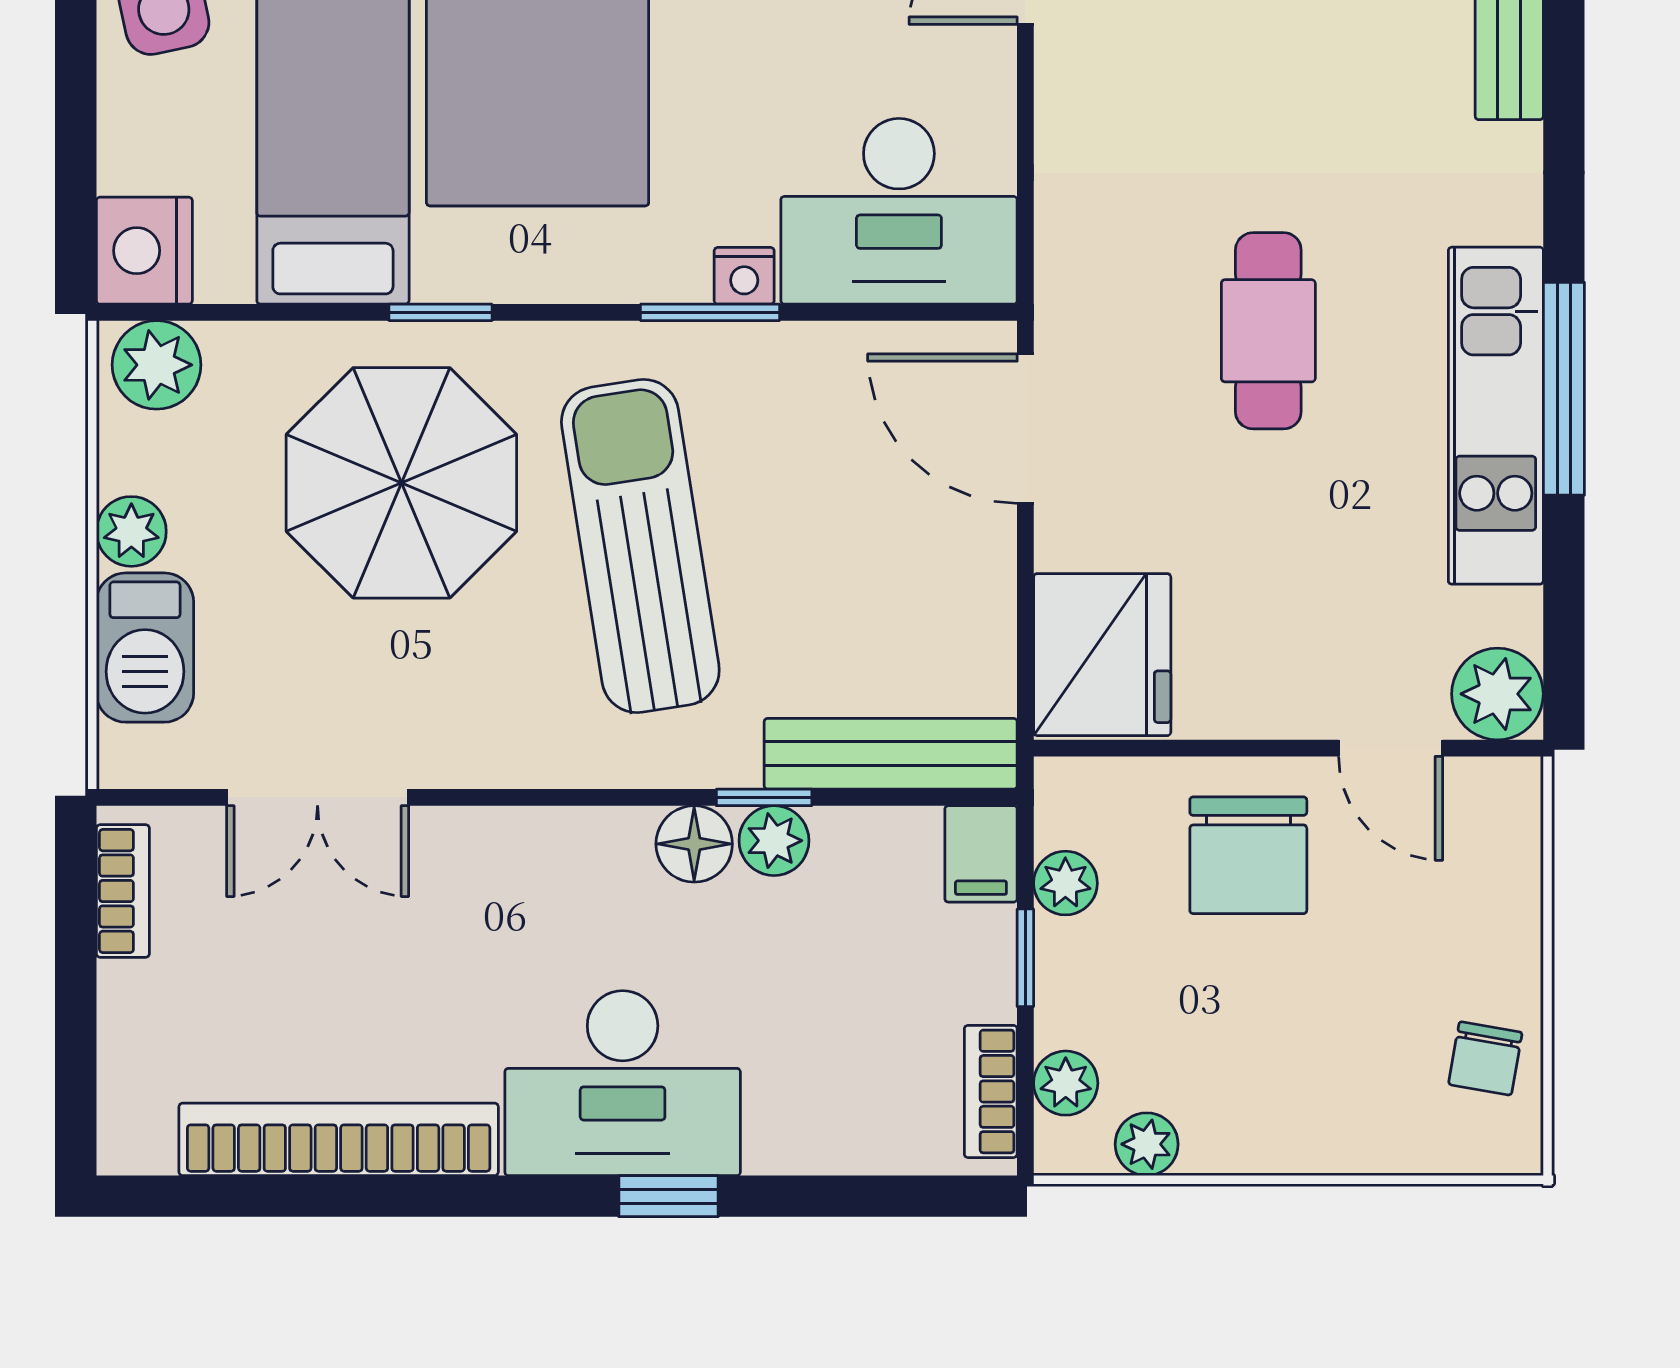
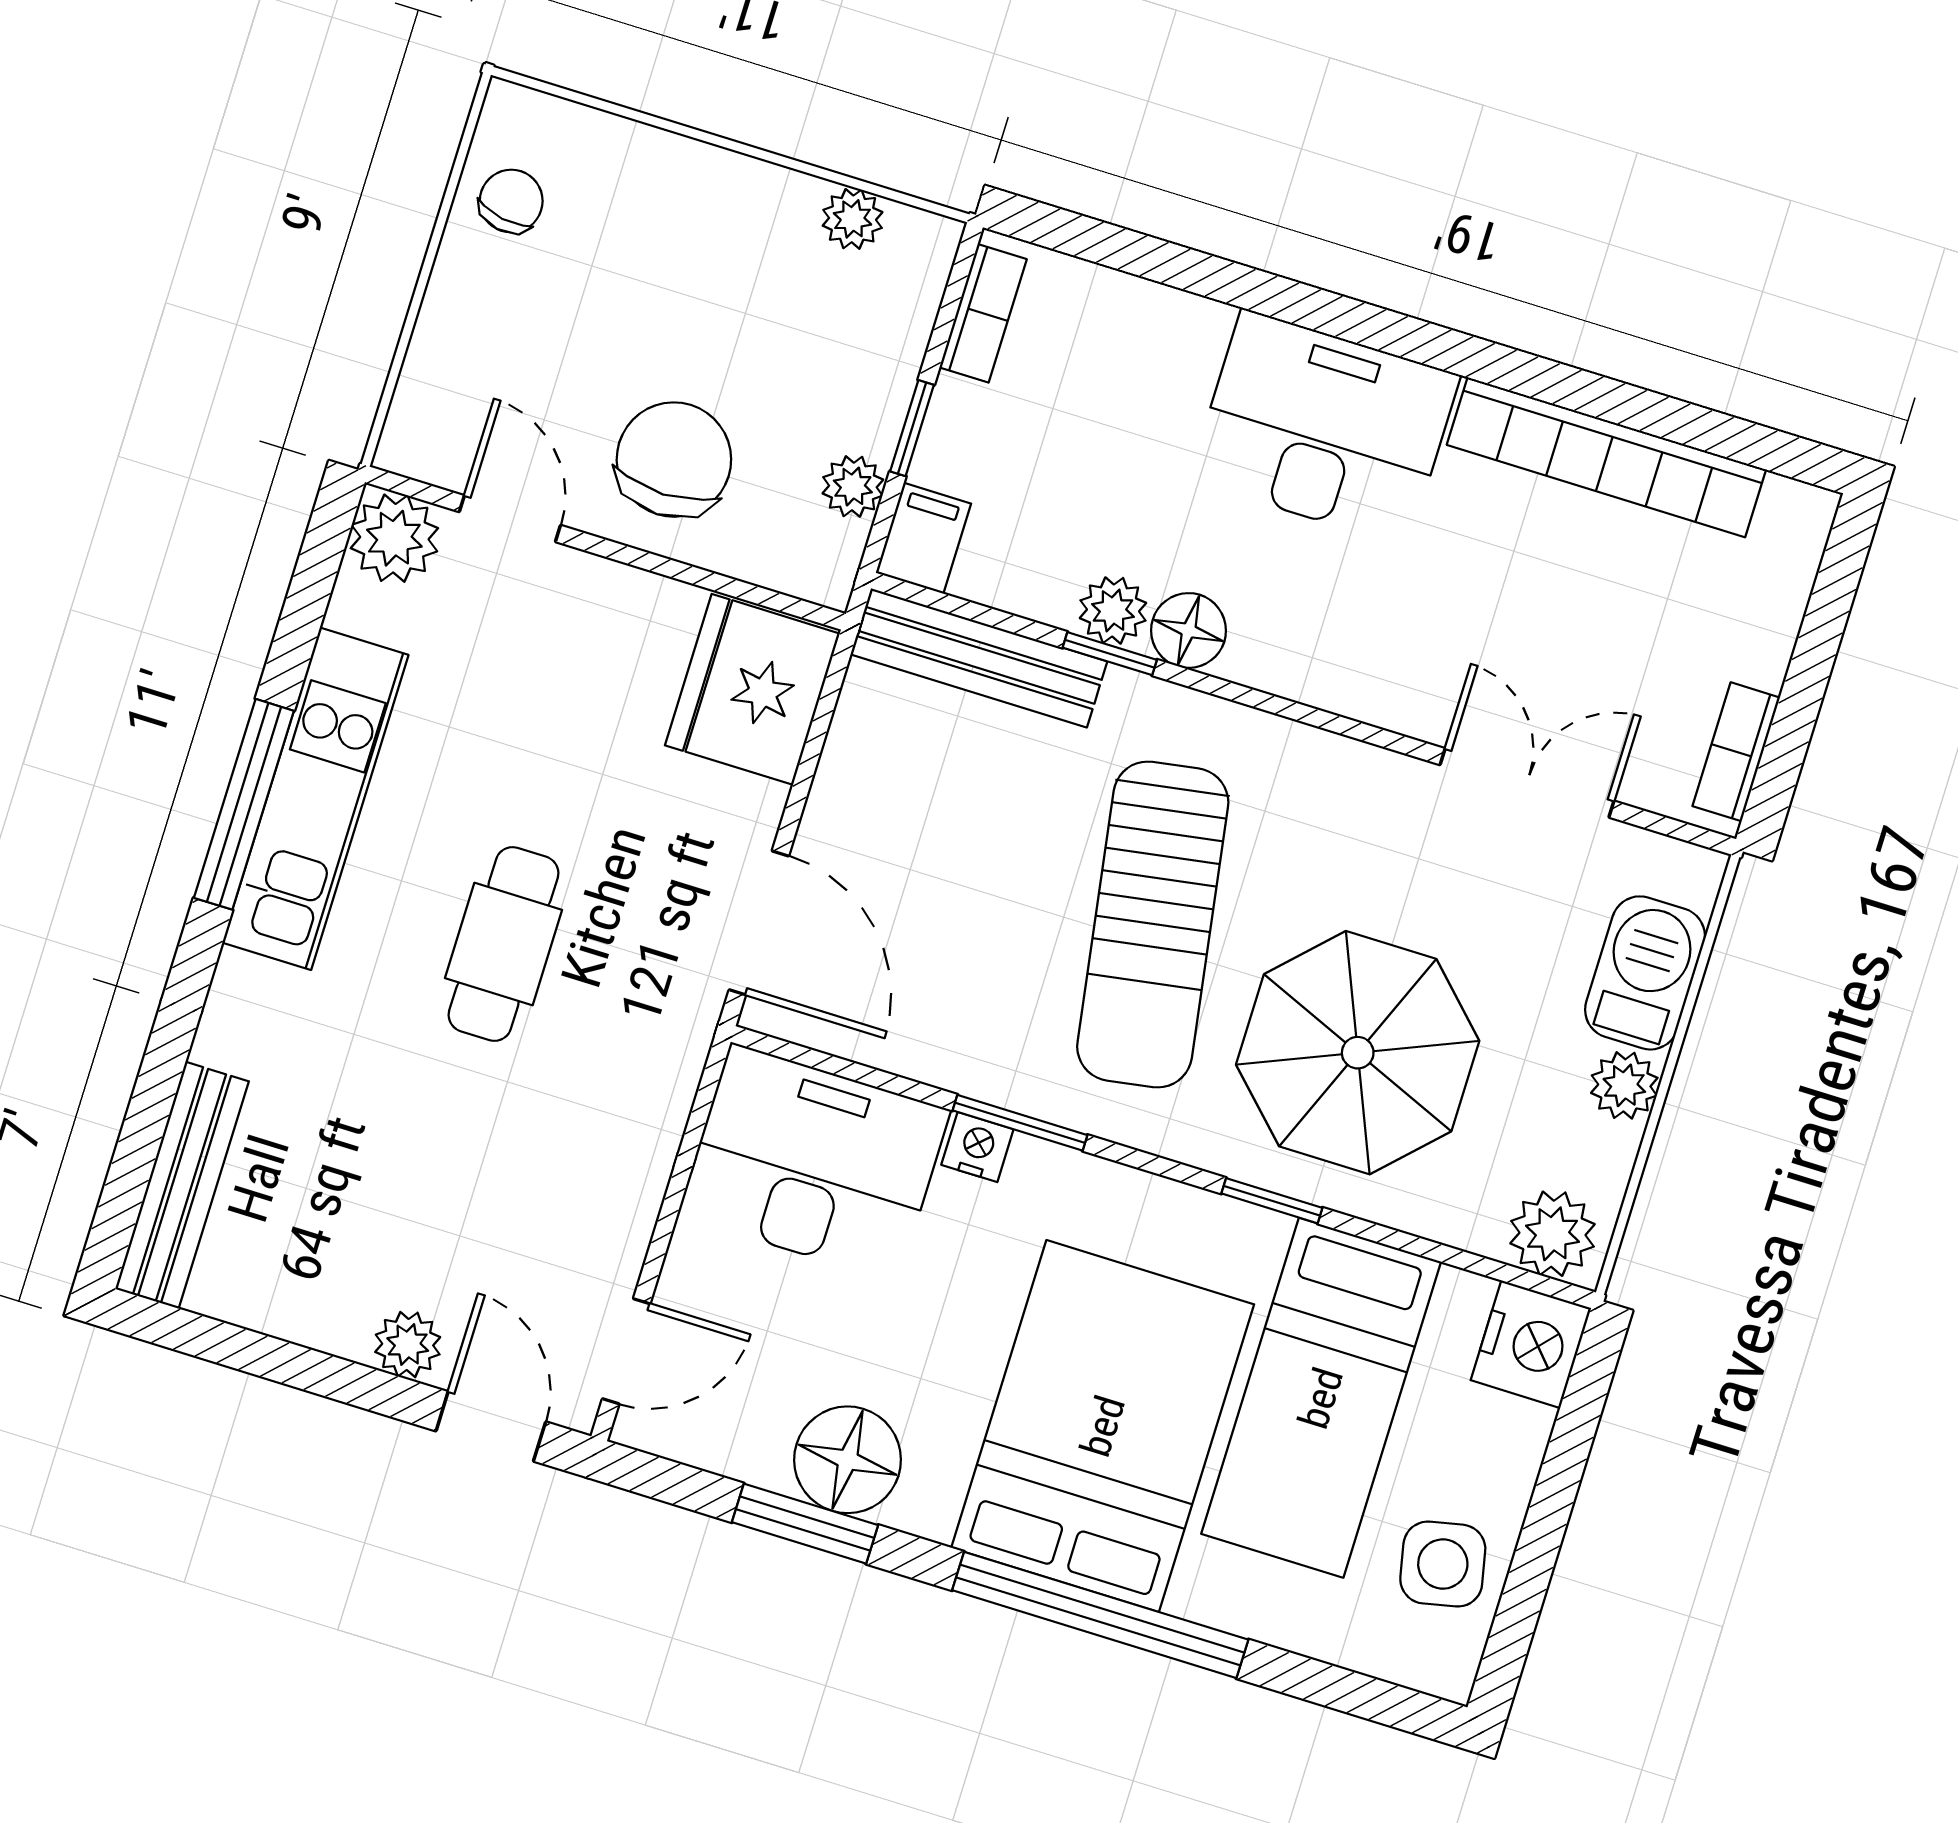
plant: (1066, 1083) -> (911, 299), removed
window: (669, 1196) -> (1314, 309), removed

